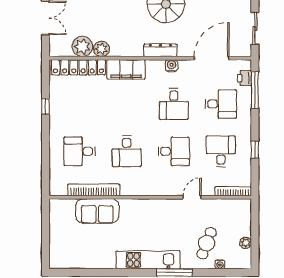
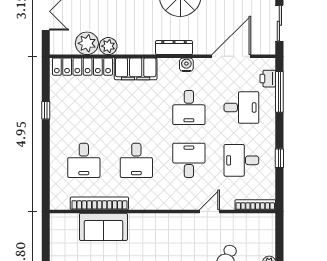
desk: (80, 151) -> (84, 160), turned -90
desk: (174, 151) -> (189, 160), turned -90
desk: (221, 151) -> (241, 160), turned -90

